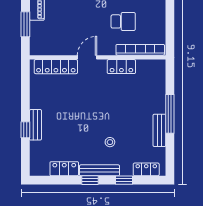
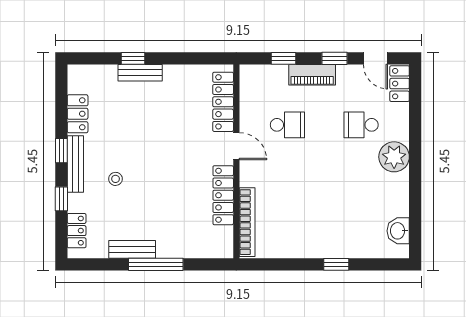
school desk: (123, 21) -> (287, 125), moved, turned -90
window: (25, 24) -> (284, 58), width x0.67
locker: (121, 67) -> (223, 195), width x1.53

